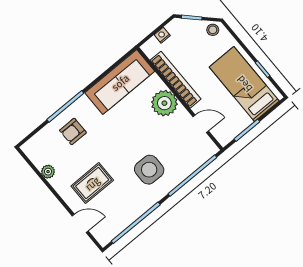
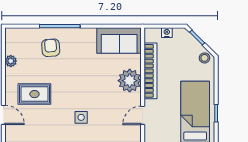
sofa: (120, 82) -> (119, 41), width x0.73
door: (201, 124) -> (143, 115), swing flipped
armchair: (73, 131) -> (51, 48), turned 86
side table: (149, 170) -> (81, 117), width x0.54, depth x0.54

